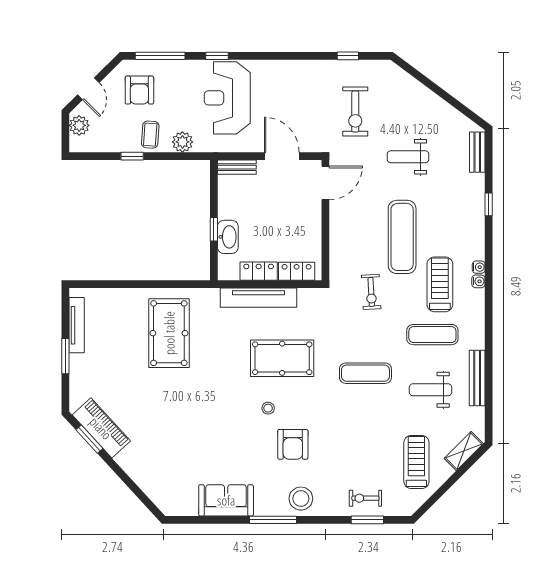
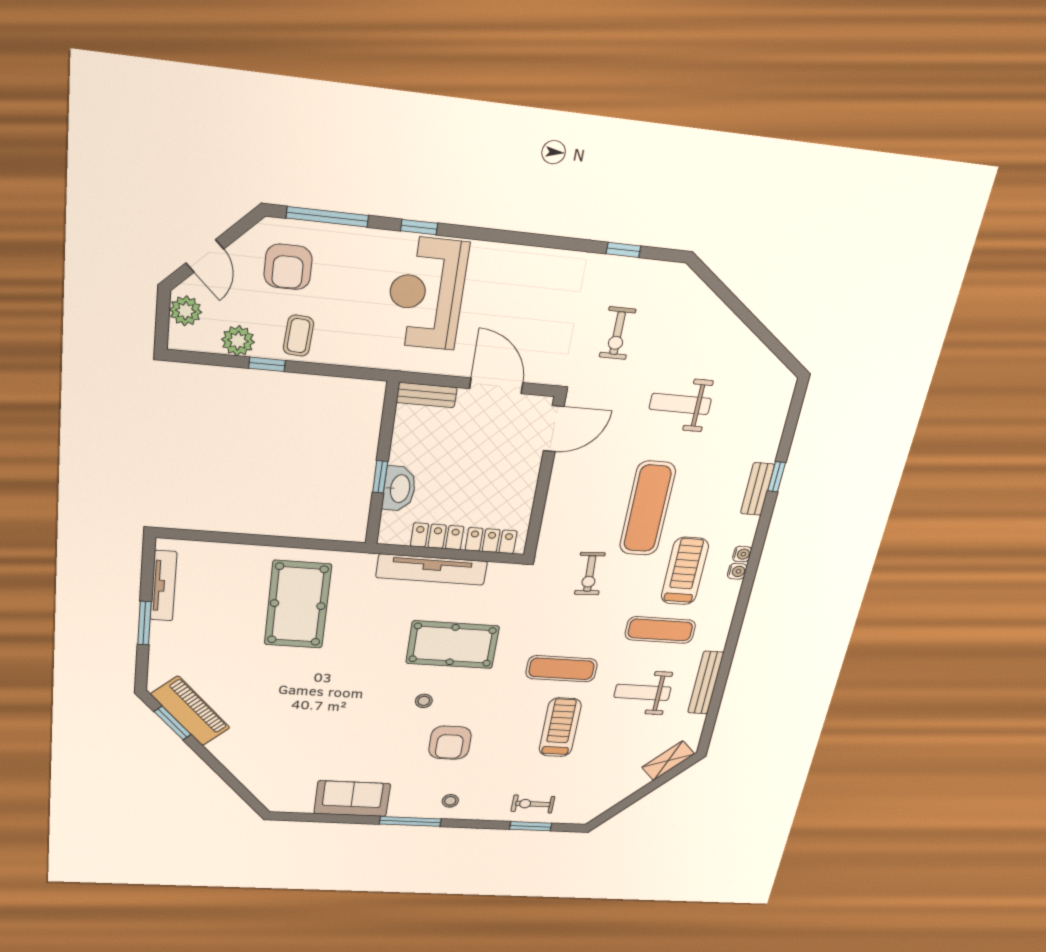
exercise bike: (355, 112) -> (618, 333), width x0.73, depth x0.72
plant: (182, 142) -> (238, 341), moved
bench: (477, 152) -> (757, 489), moved
treadmill: (416, 462) -> (560, 727), moved
stool: (301, 499) -> (450, 801), width x0.53, depth x0.53

